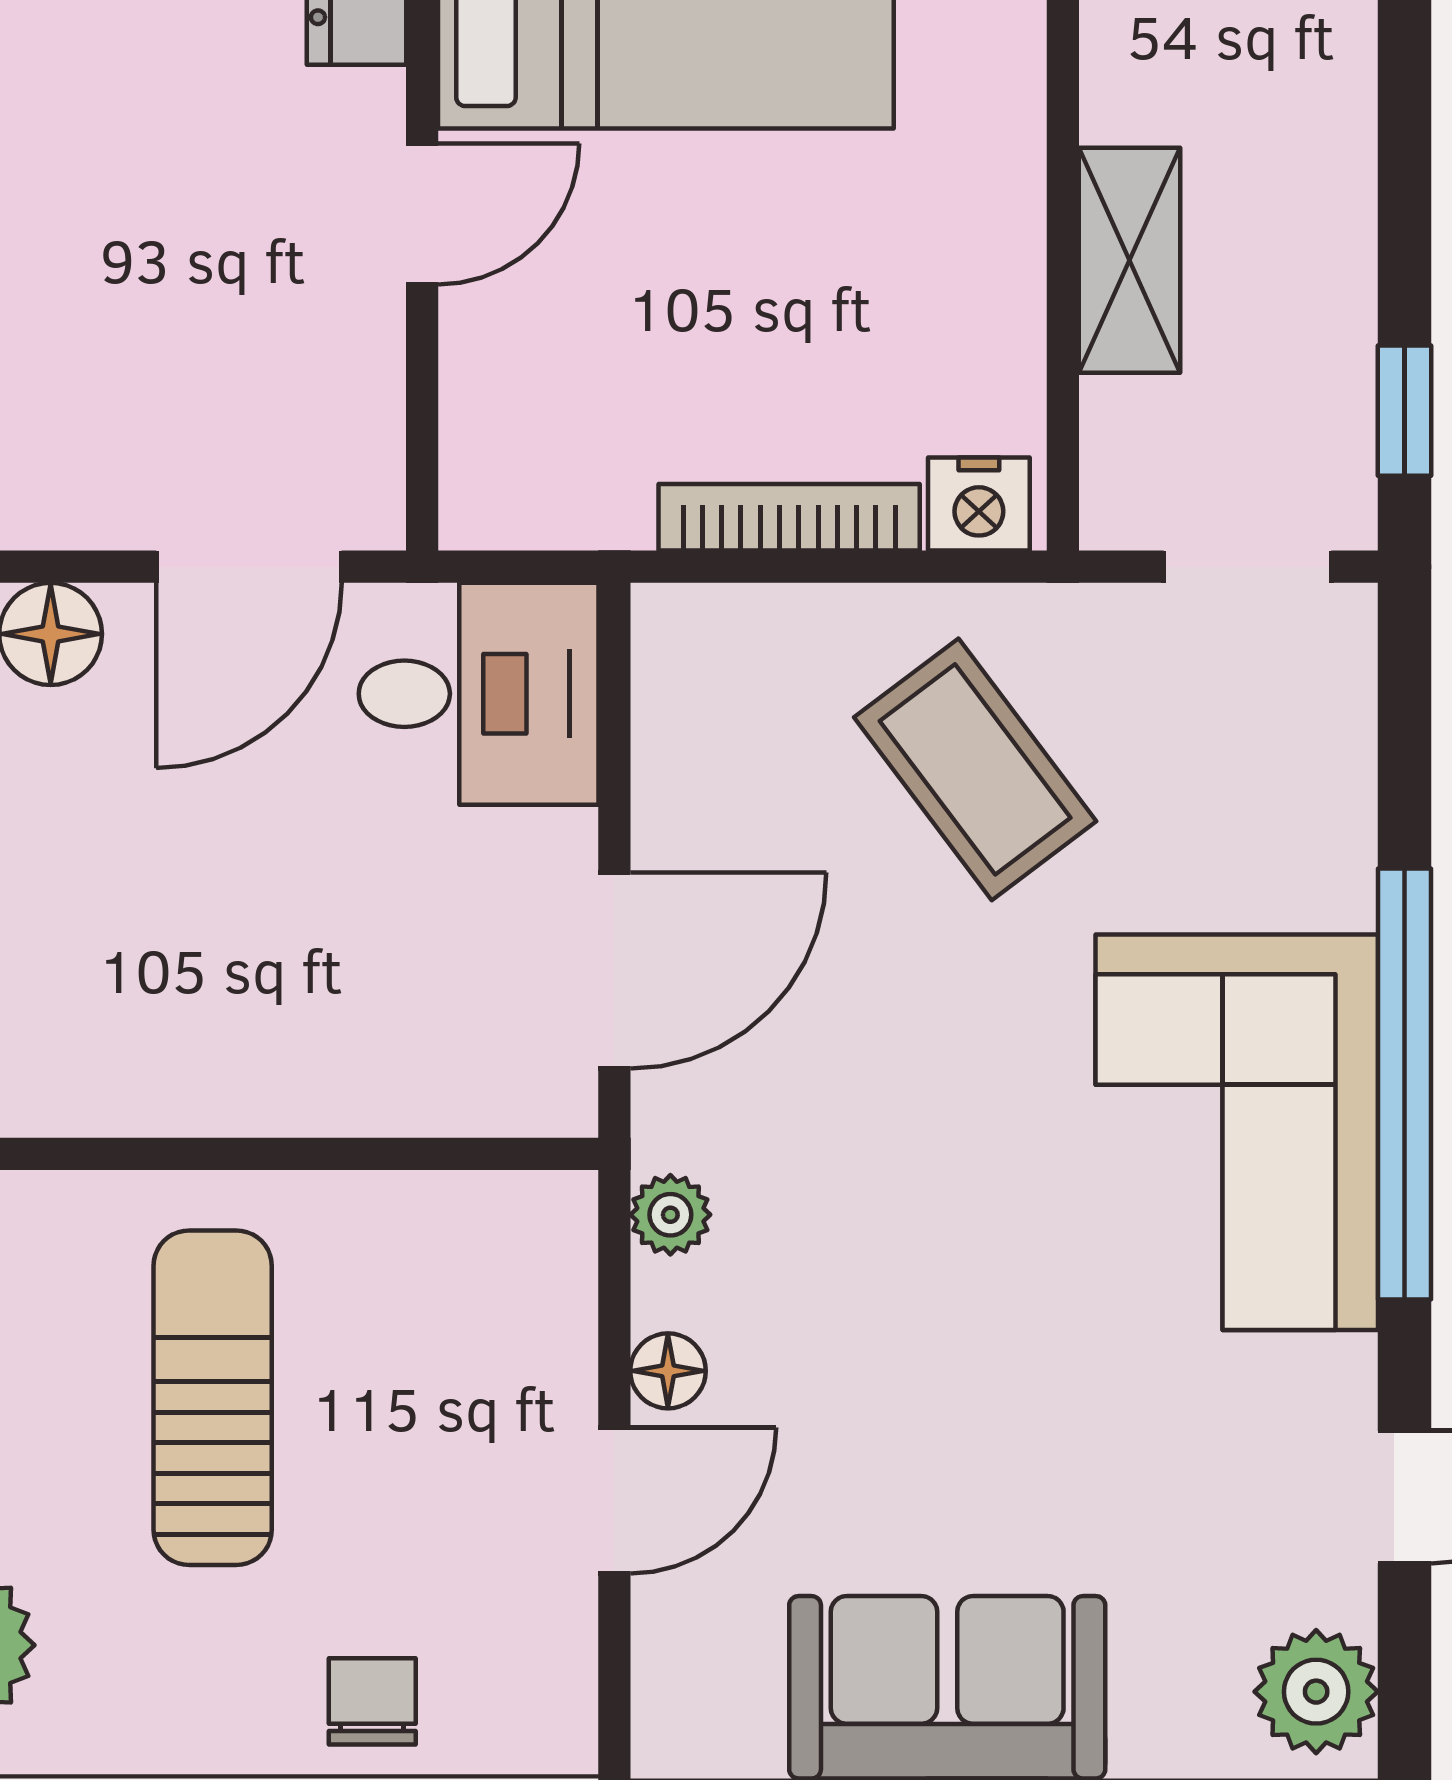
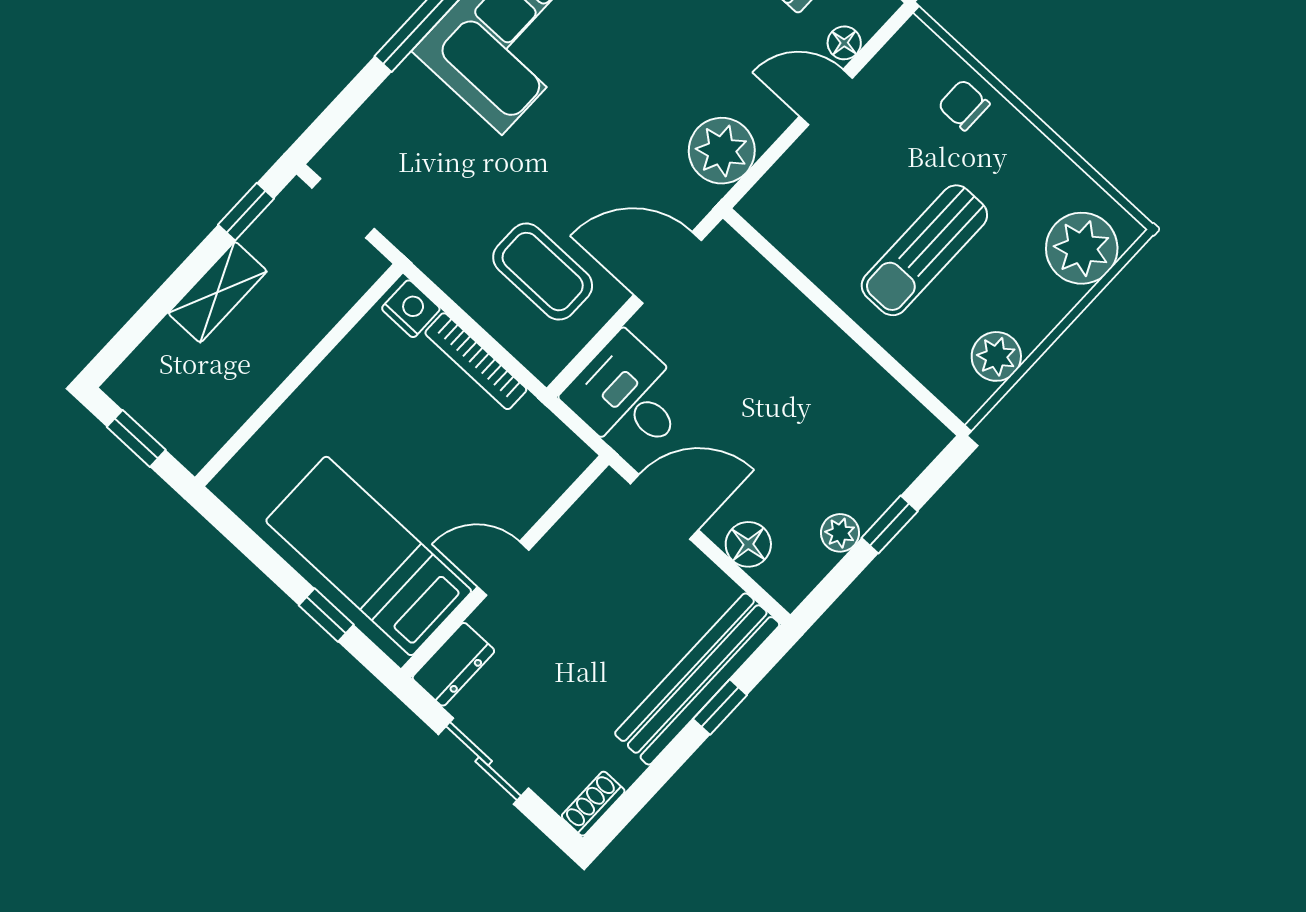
shelving: (1130, 260) -> (218, 292), moved
coffee table: (975, 769) -> (543, 272), moved, turned -53
plant: (670, 1215) -> (722, 151), width x1.87, depth x1.87
floor lamp: (668, 1371) -> (844, 43), moved
chair: (372, 1701) -> (964, 105), turned 90

